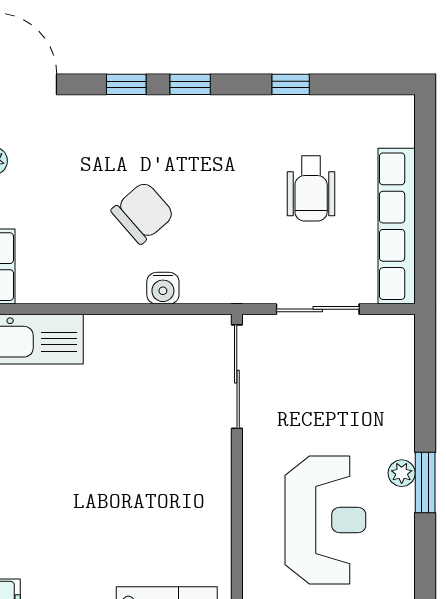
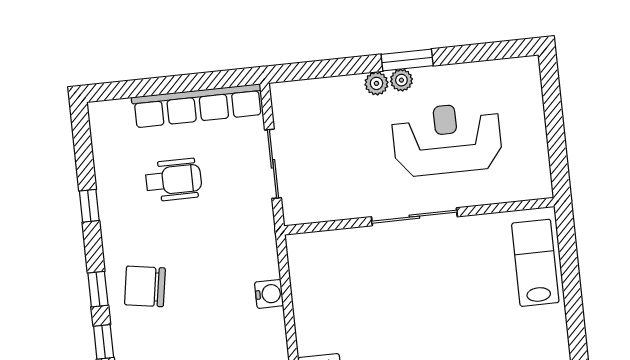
chair: (143, 213) -> (145, 286), moved, turned -40
sliding door: (237, 377) -> (414, 217), moved
plant: (401, 443) -> (376, 83), added

